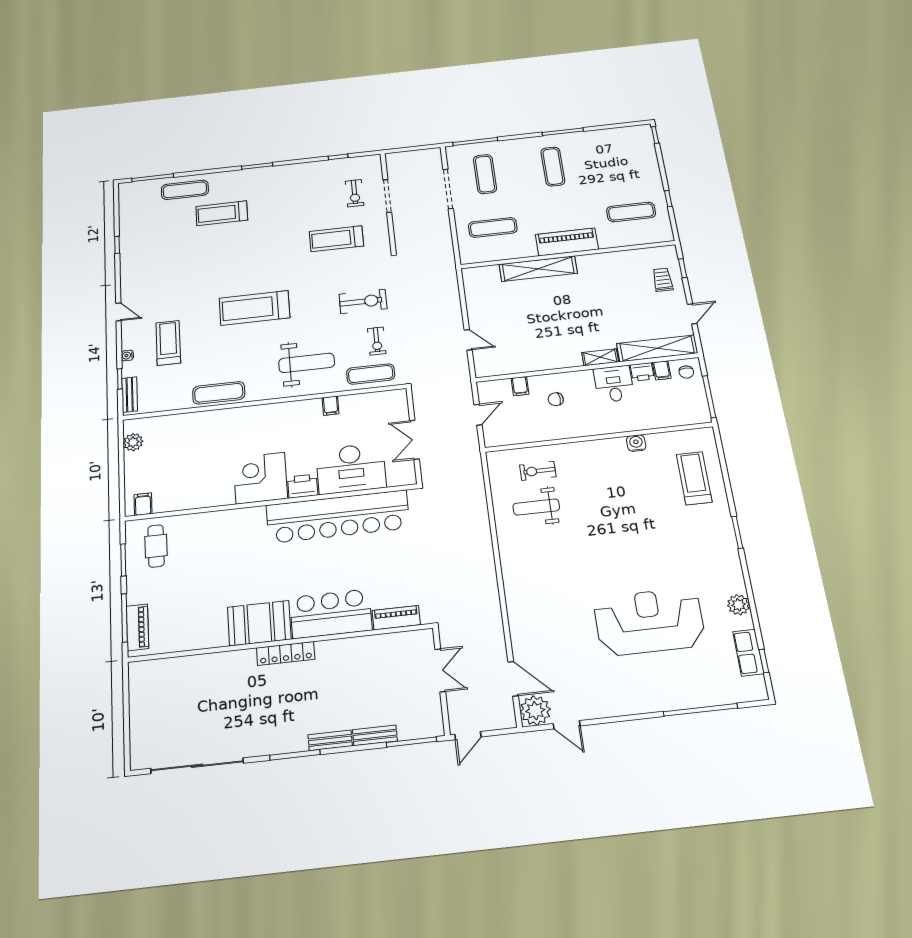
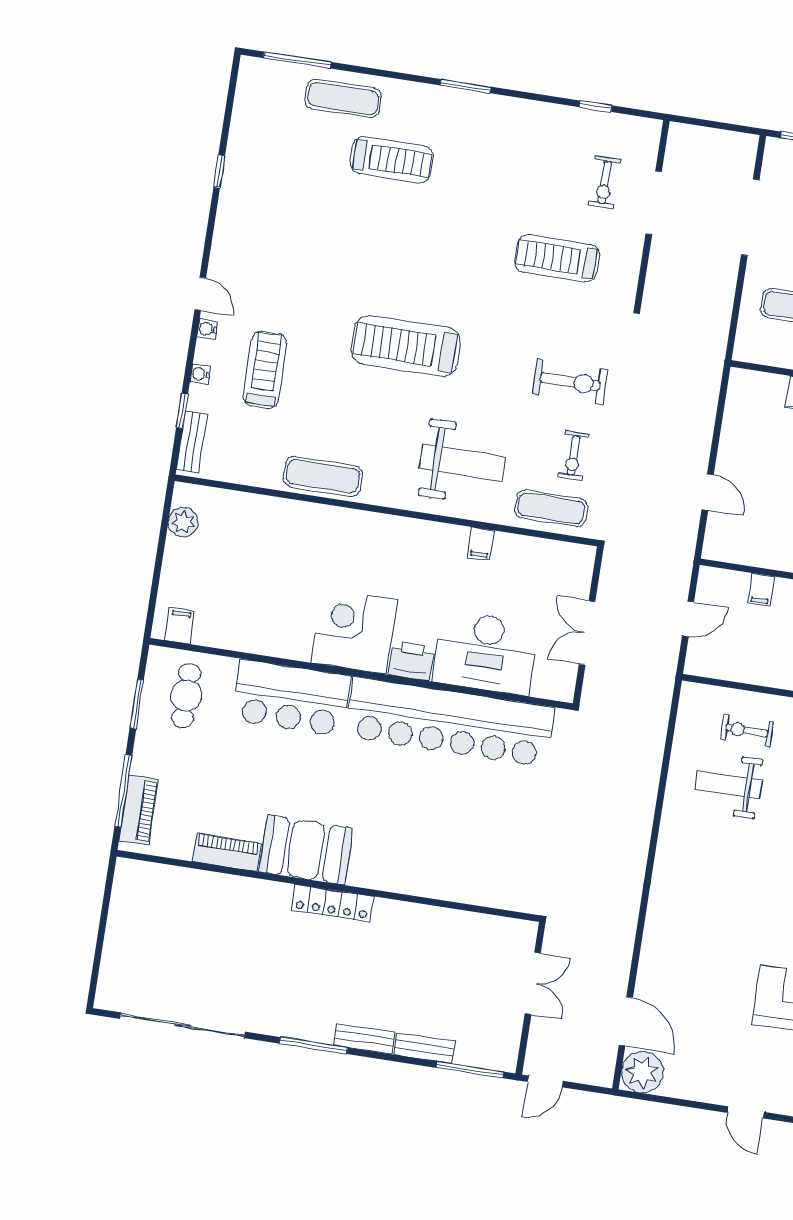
treadmill: (222, 213) -> (392, 160), turned 180
water cooler: (127, 330) -> (207, 329), added
bar counter: (331, 614) -> (291, 698), moved, turned 180
piano: (396, 618) -> (227, 852), moved
door: (567, 725) -> (746, 1112), moved

